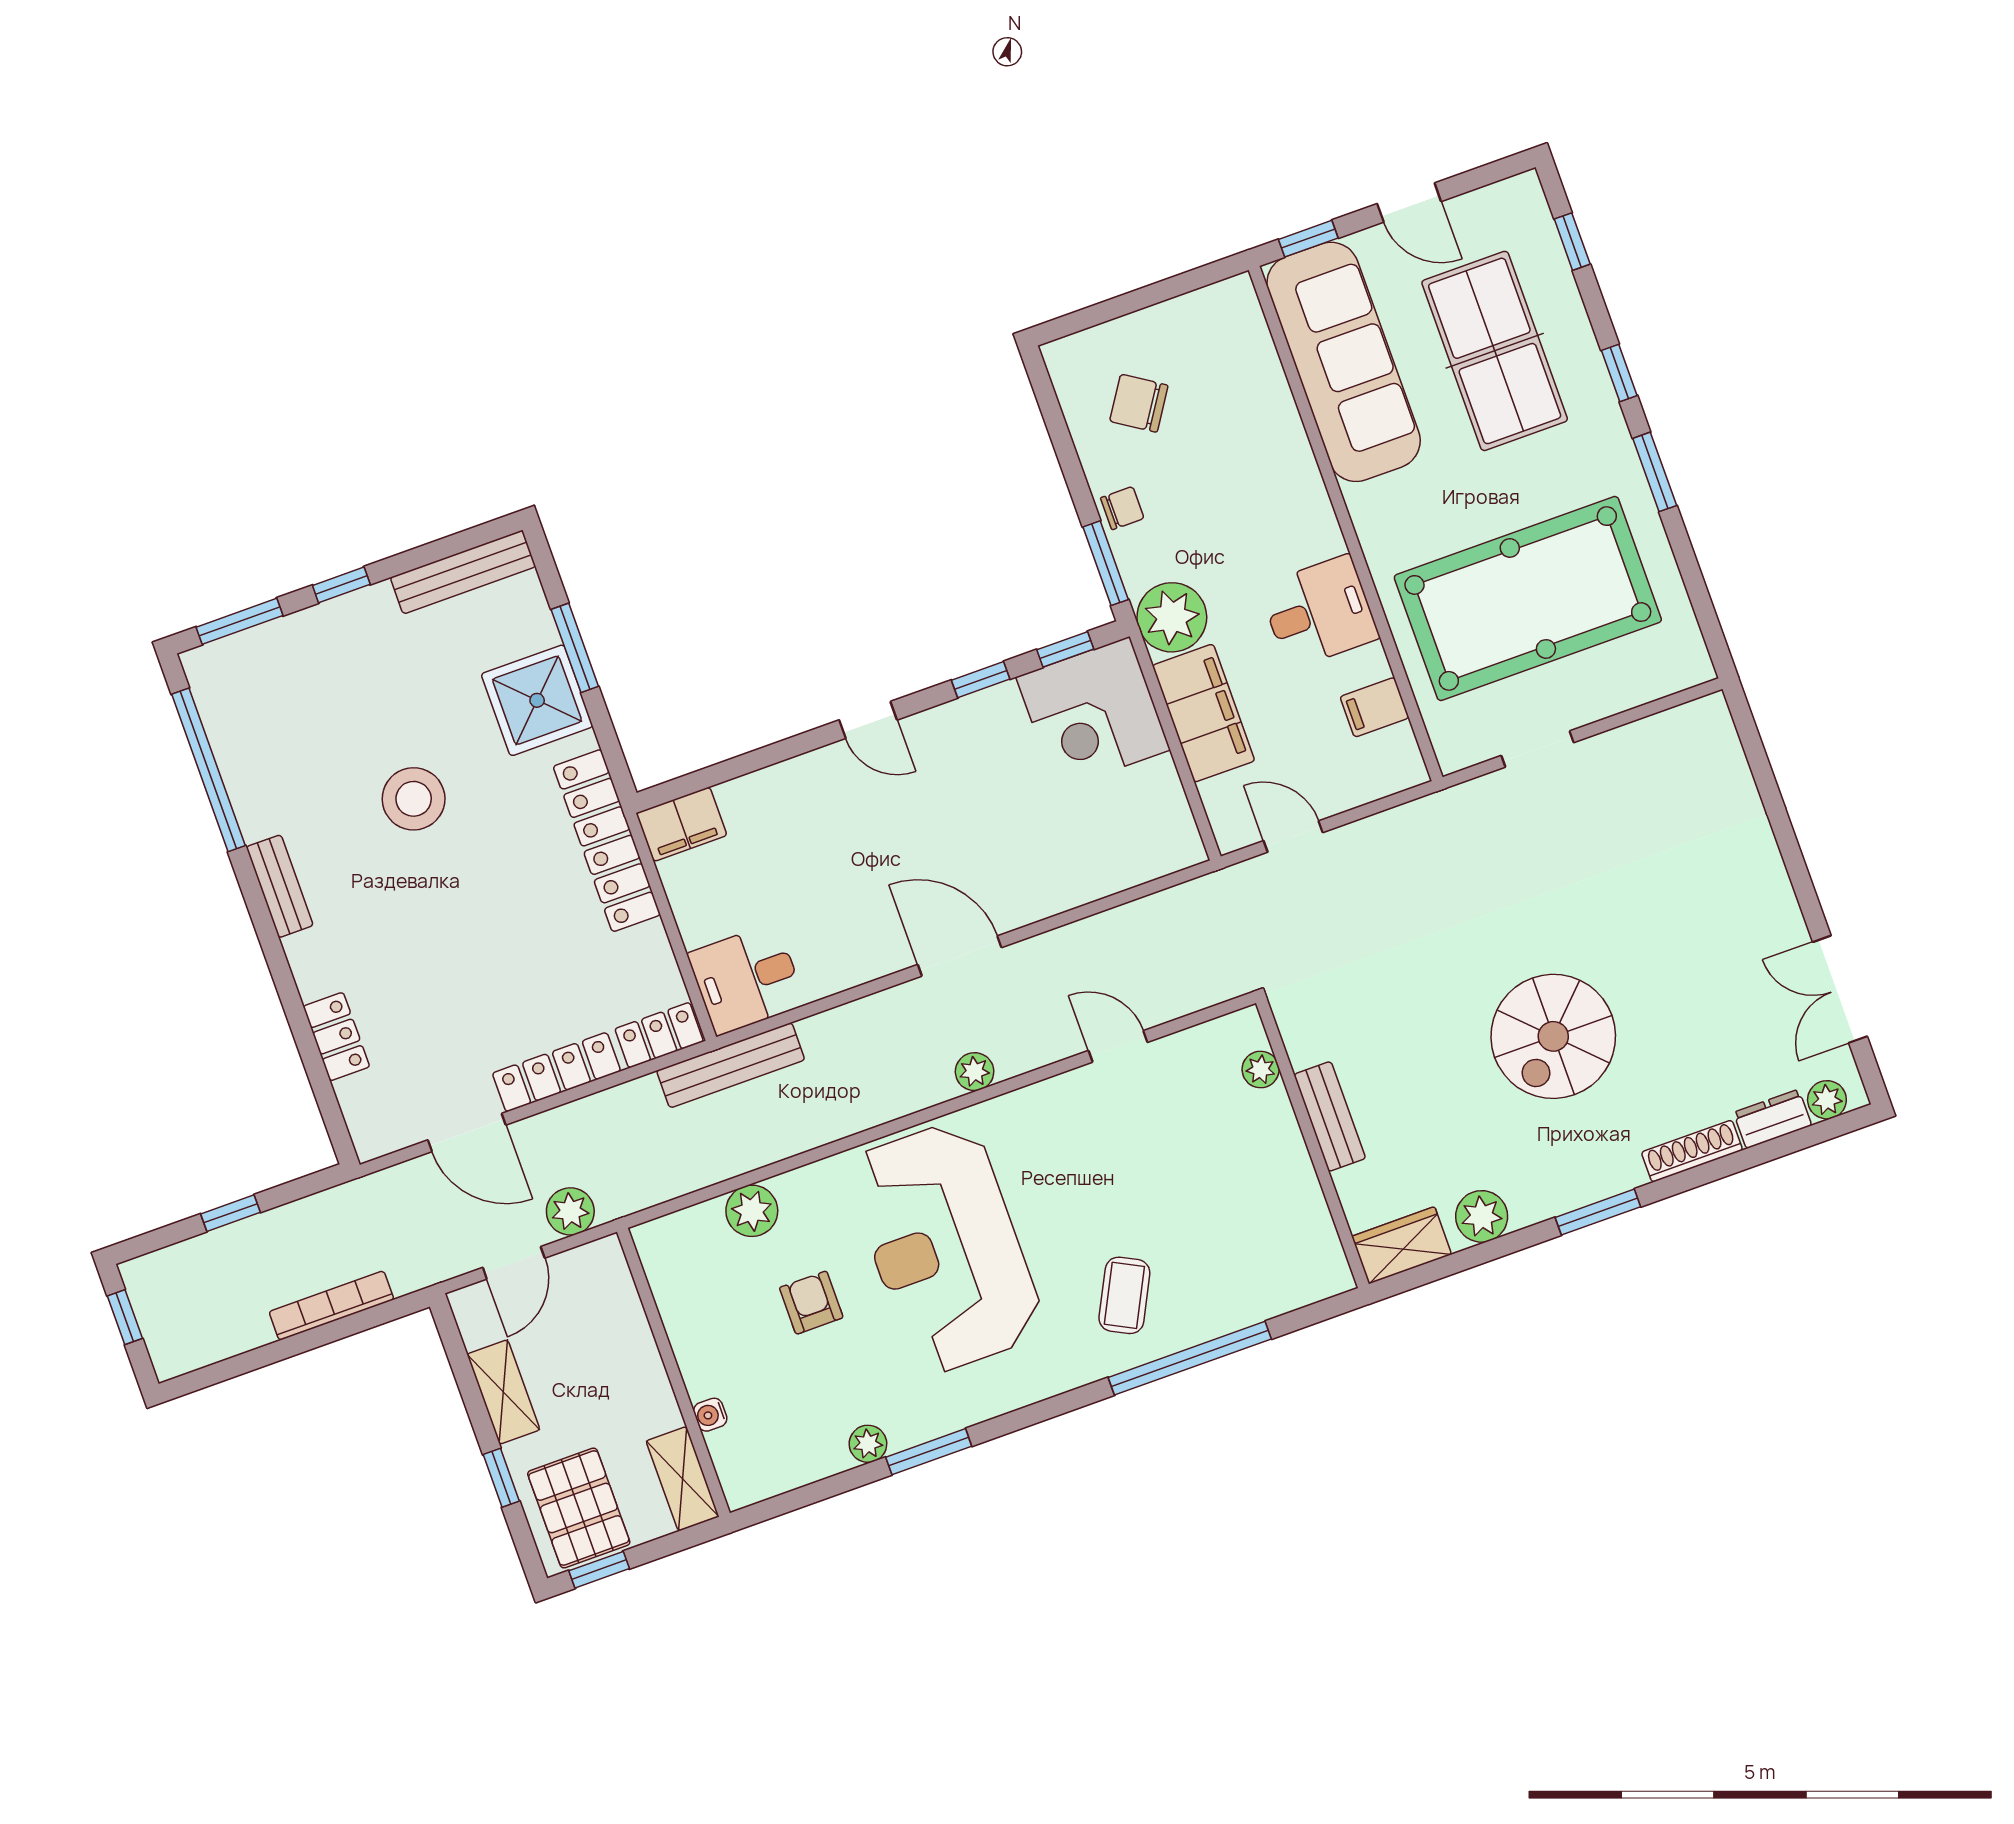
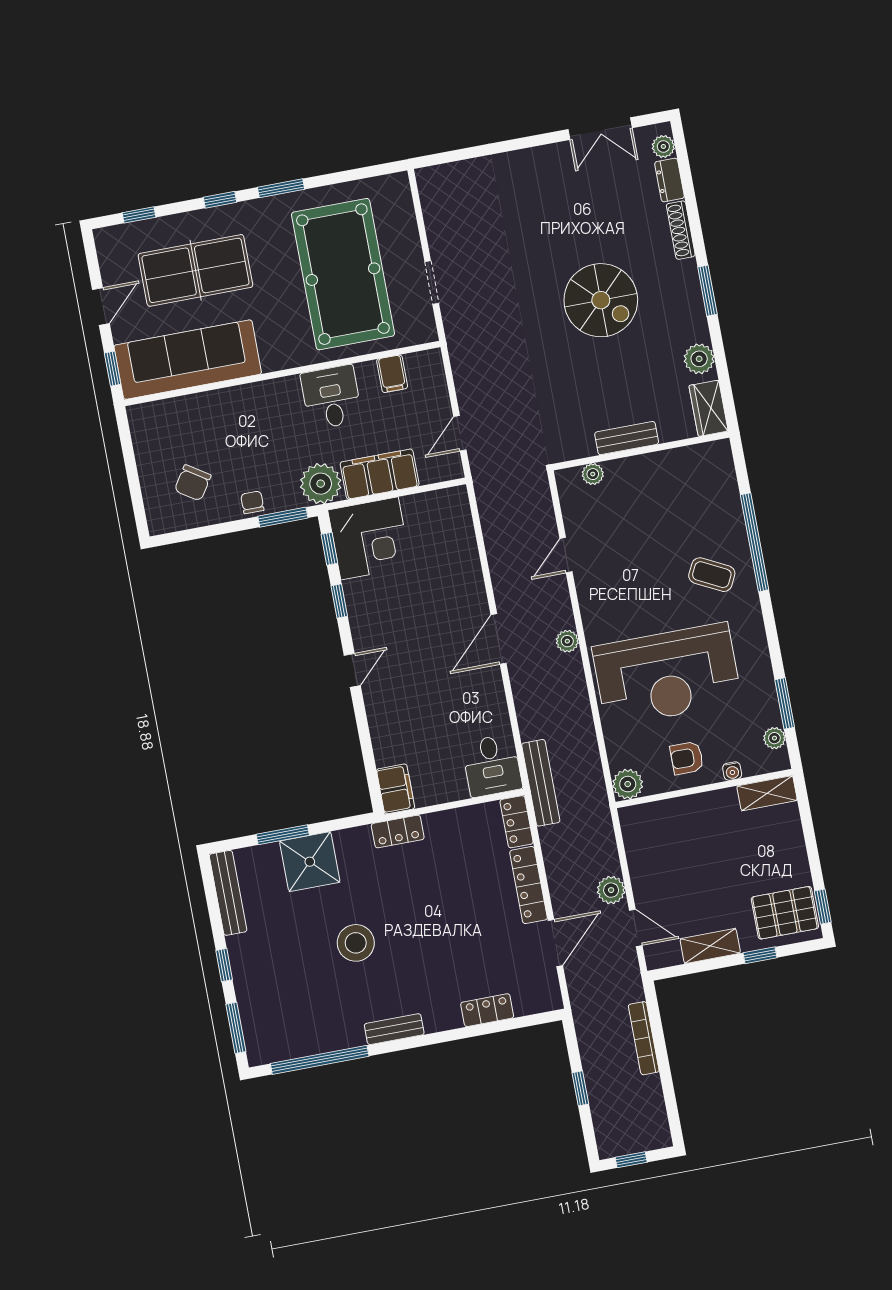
locker: (607, 841) -> (398, 832), width x0.46, depth x0.83
wall: (673, 1372) -> (704, 789), moved
water cooler: (710, 1415) -> (732, 771), moved
shelving: (683, 1479) -> (767, 793), moved

